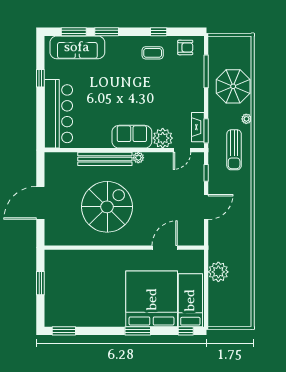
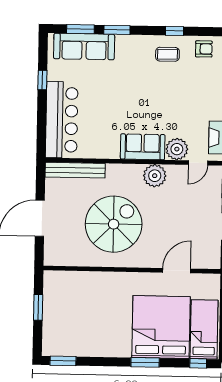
plant: (138, 158) -> (155, 176), width x1.88, depth x1.88
bench: (105, 159) -> (75, 170), moved

